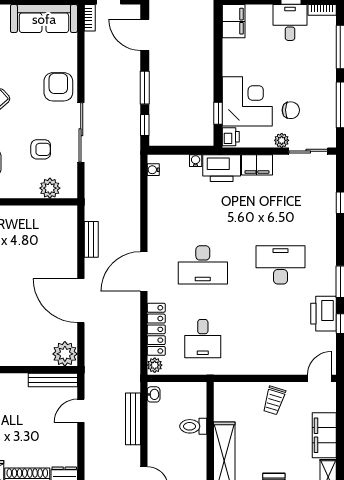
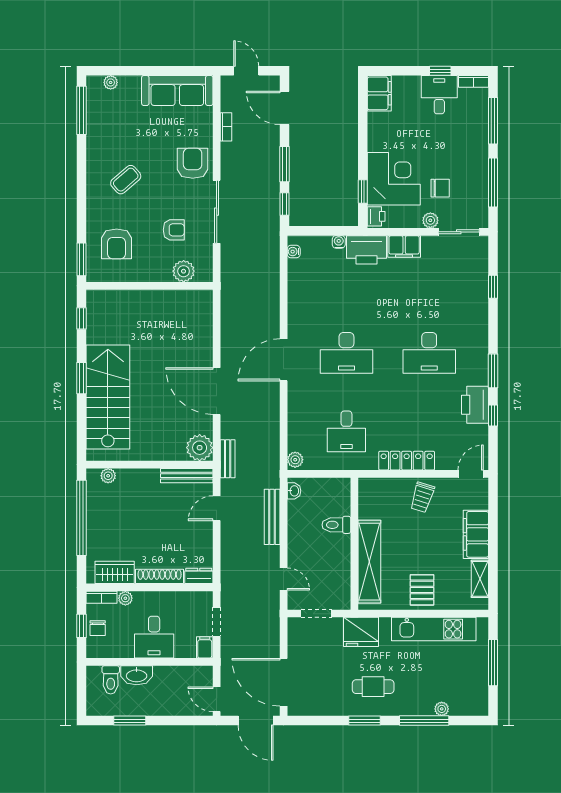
bookcase: (90, 18) -> (226, 127), moved
bench: (91, 239) -> (228, 459), moved
desk: (281, 265) -> (429, 353), turned 180
locker: (156, 329) -> (407, 461), moved, turned -90

